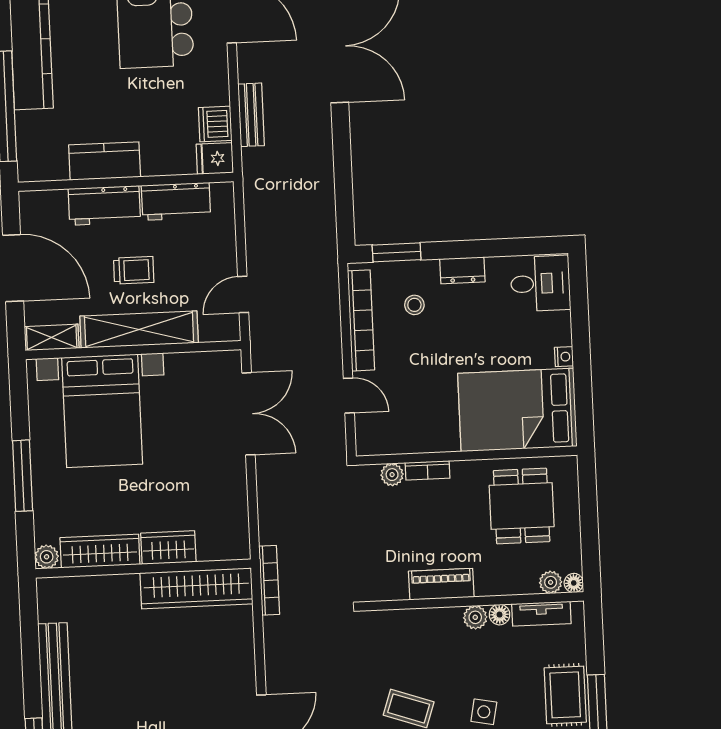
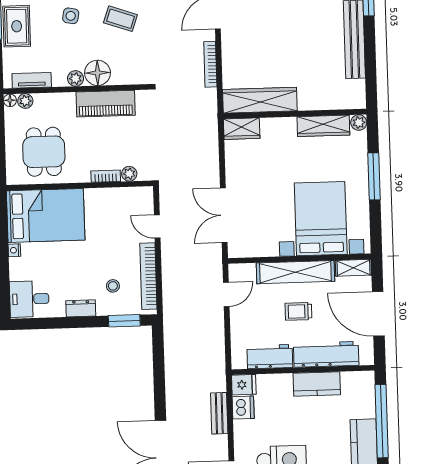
workbench: (104, 205) -> (326, 354), width x1.38
wardrobe: (168, 548) -> (242, 129), moved
bookcase: (269, 580) -> (210, 64), moved
piano: (441, 584) -> (106, 104), width x1.37, depth x1.33
floor lamp: (499, 615) -> (98, 73), moved, width x1.89, depth x1.89

